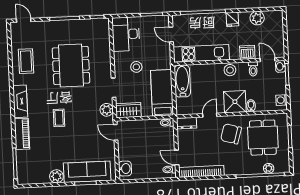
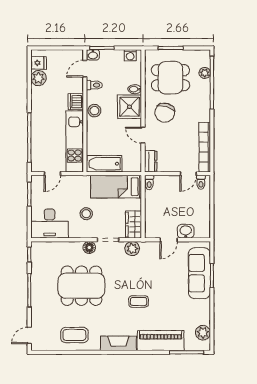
fridge: (232, 19) -> (39, 63), moved
dishwasher: (247, 52) -> (76, 102), moved
floor lamp: (106, 71) -> (89, 248), added
door: (116, 132) -> (169, 240), moved
piano: (22, 134) -> (161, 341), width x1.37, depth x1.33
washbasin: (125, 169) -> (186, 231), moved
plant: (56, 176) -> (203, 333), moved

